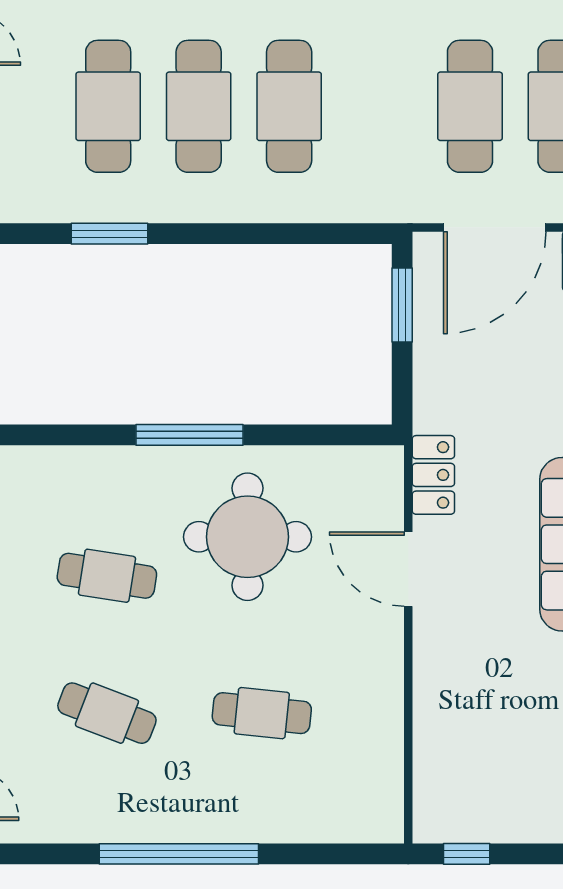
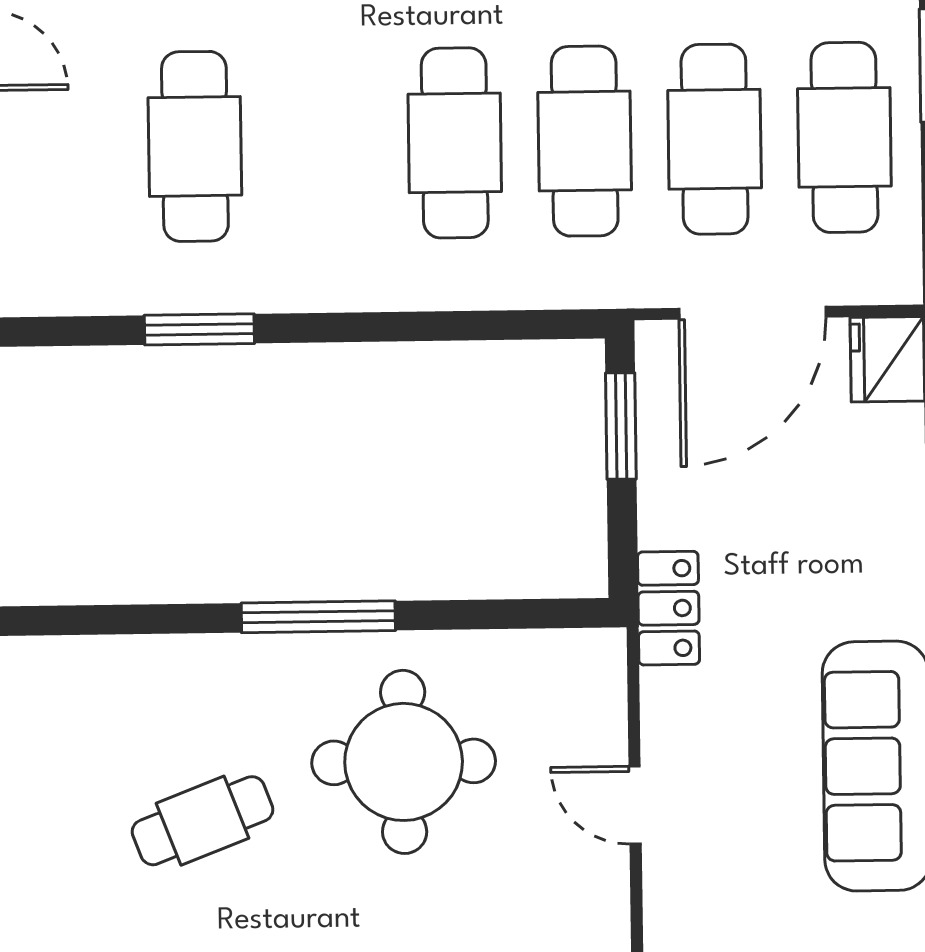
cafe table: (199, 106) -> (585, 141), moved
locker: (433, 475) -> (668, 608), moved
door: (408, 569) -> (635, 805), width x0.73
cafe table: (107, 576) -> (203, 821), turned -30

